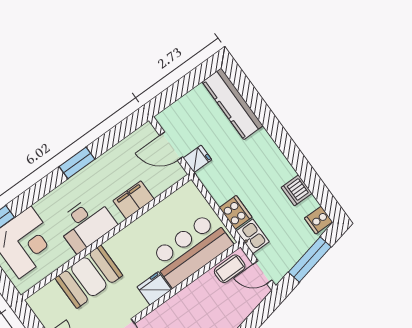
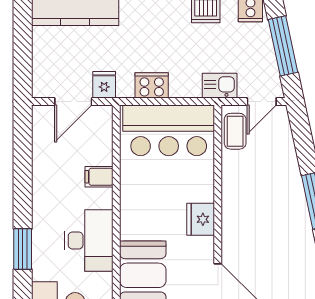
window: (77, 163) -> (23, 249), moved
filing cabinet: (133, 200) -> (99, 177), width x0.50
cooker: (236, 212) -> (152, 85), moved
bar counter: (191, 250) -> (169, 130), moved, turned -90

